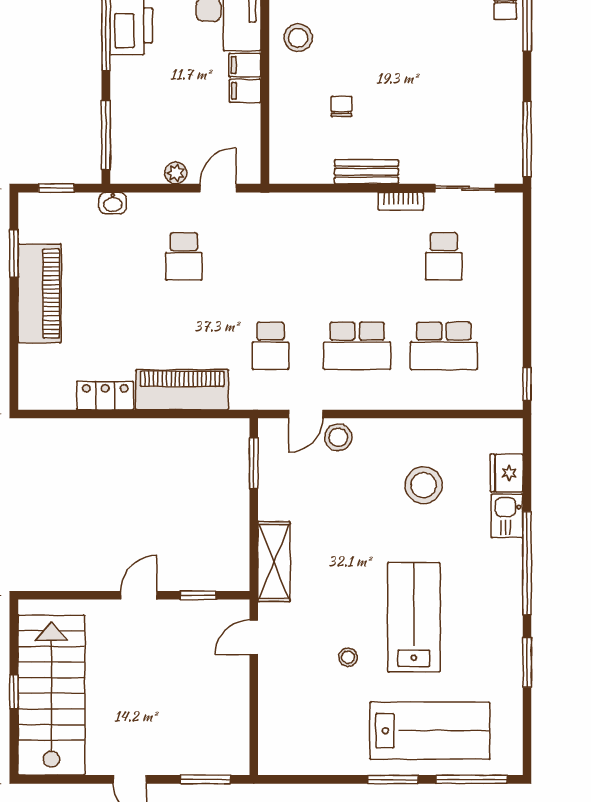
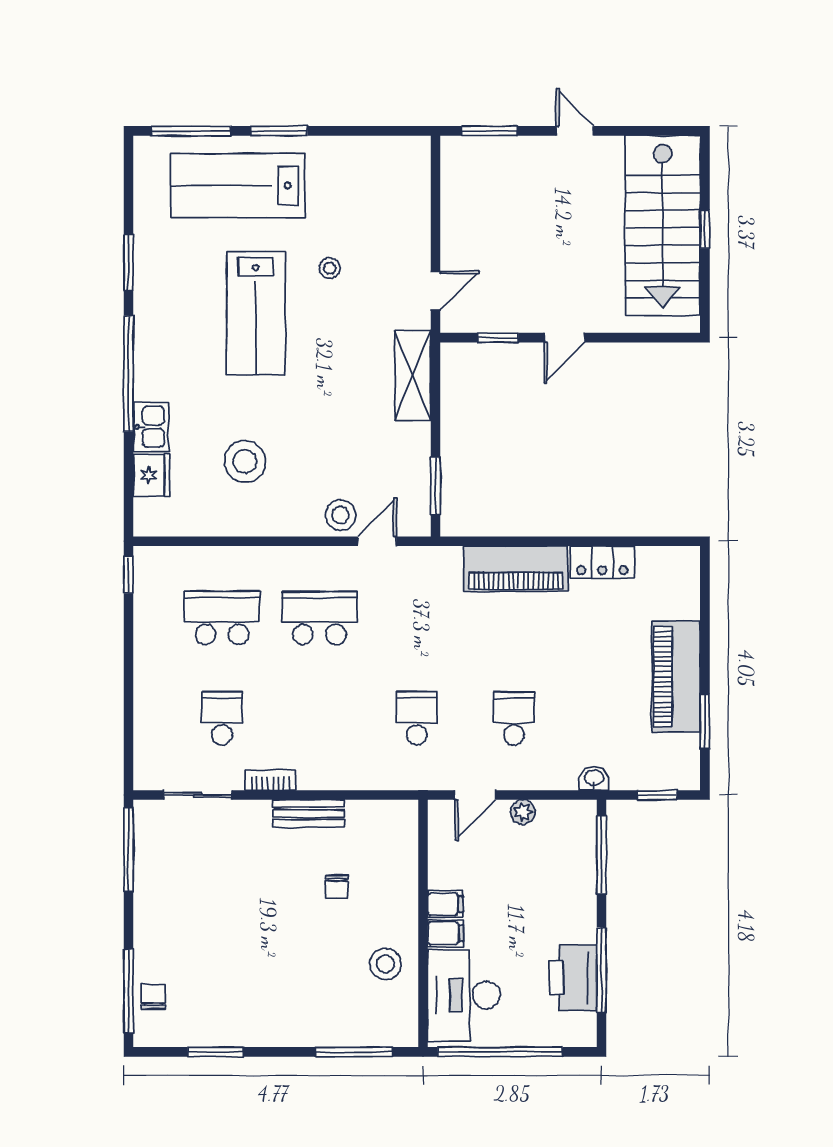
school desk: (270, 346) -> (417, 718), moved

